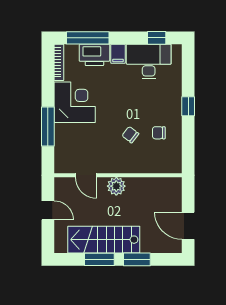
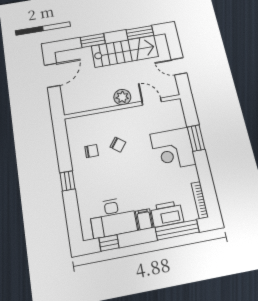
corner desk: (75, 102) -> (173, 149), moved
window: (48, 126) -> (196, 138), width x0.69
door: (188, 226) -> (52, 75), hinge flipped
window: (99, 259) -> (140, 33), moved

